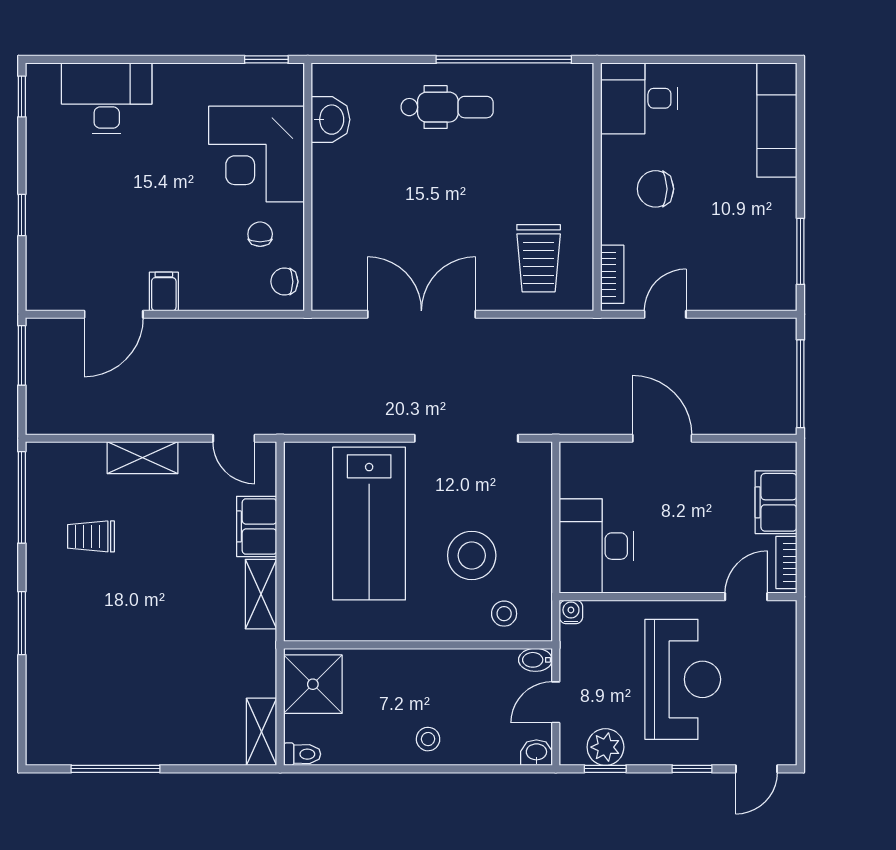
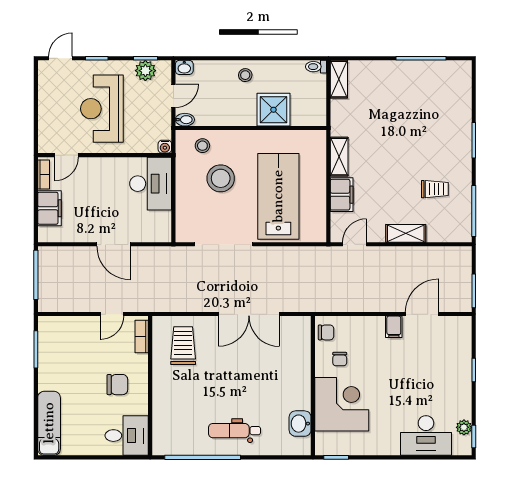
plant: (39, 113) -> (464, 427), added
door: (234, 438) -> (354, 244), hinge flipped
shower: (313, 684) -> (273, 110), moved

